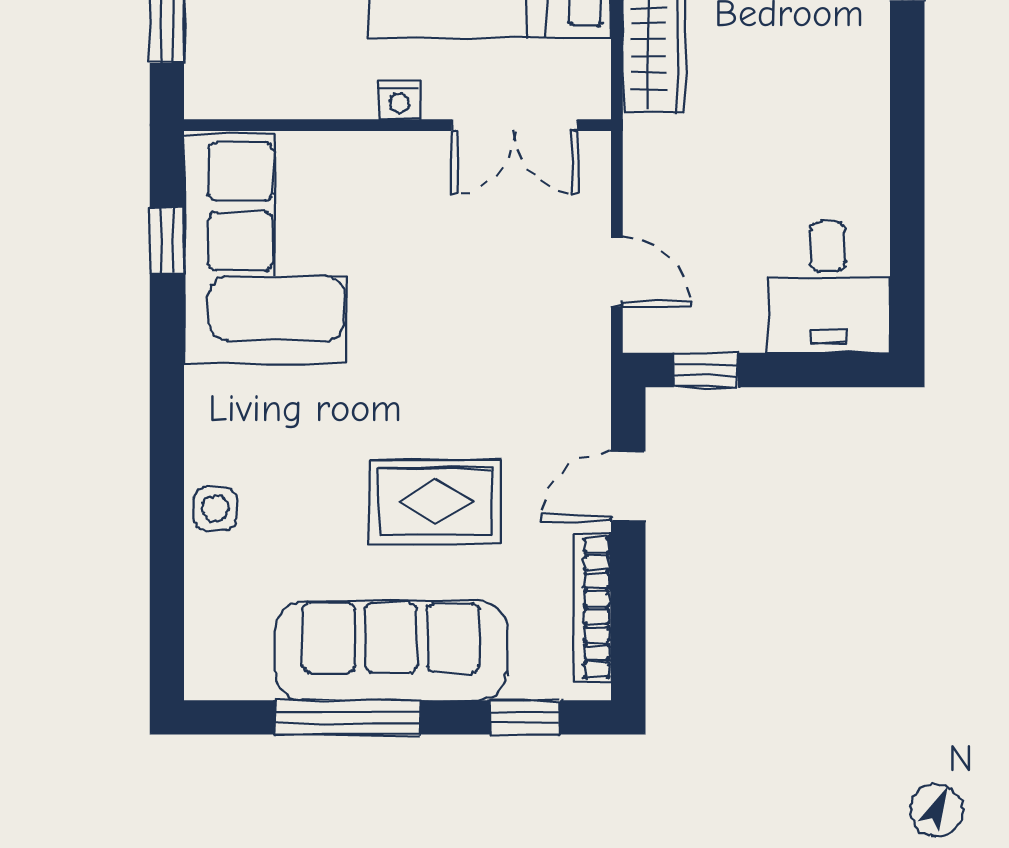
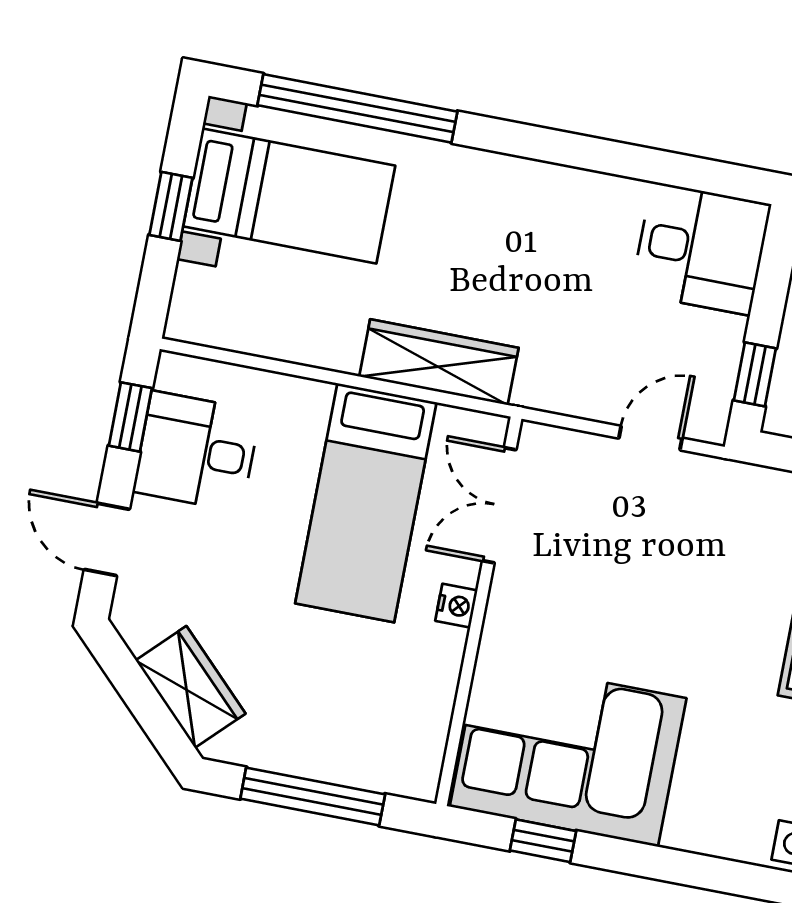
double door: (515, 125) -> (499, 505), swing flipped

